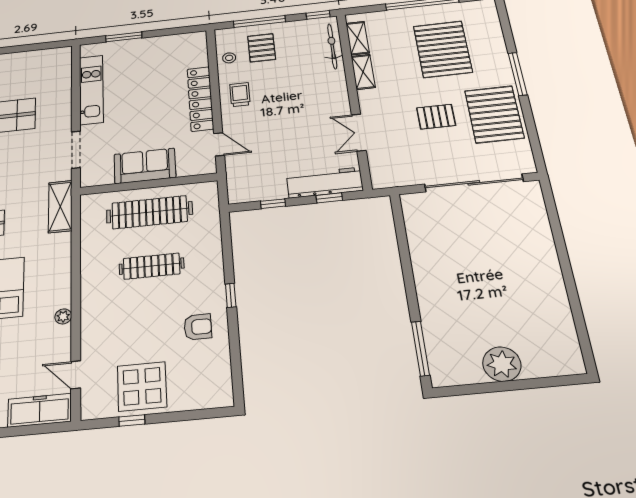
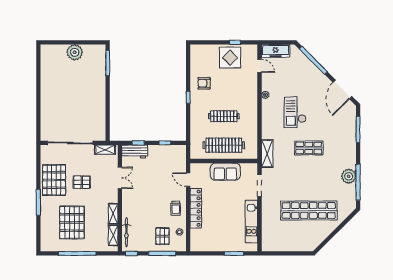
shelving: (398, 179) -> (105, 150), added
workbench: (325, 183) -> (135, 152), width x0.73

